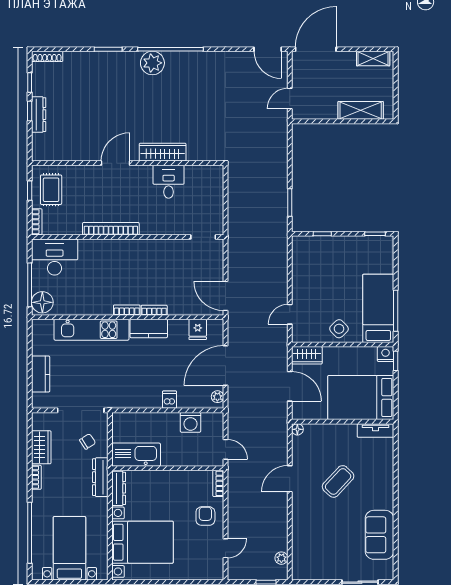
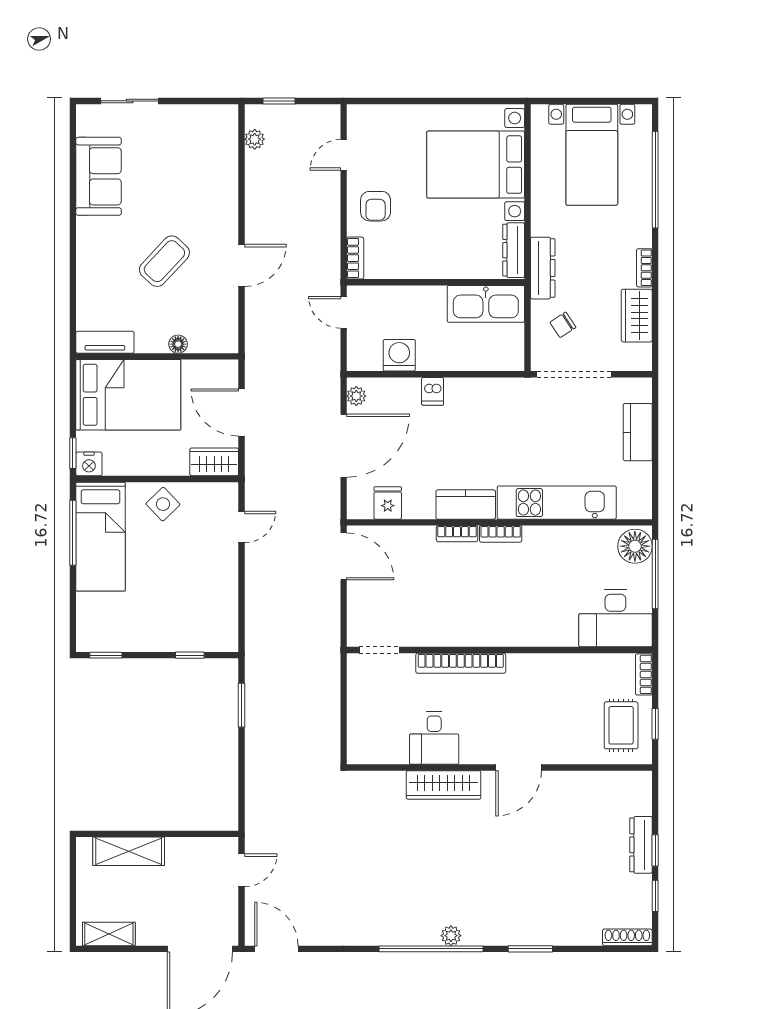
plant: (152, 63) -> (451, 936), width x0.53, depth x0.53
bookcase: (111, 229) -> (461, 663), moved
floor lamp: (297, 429) -> (178, 344), moved

